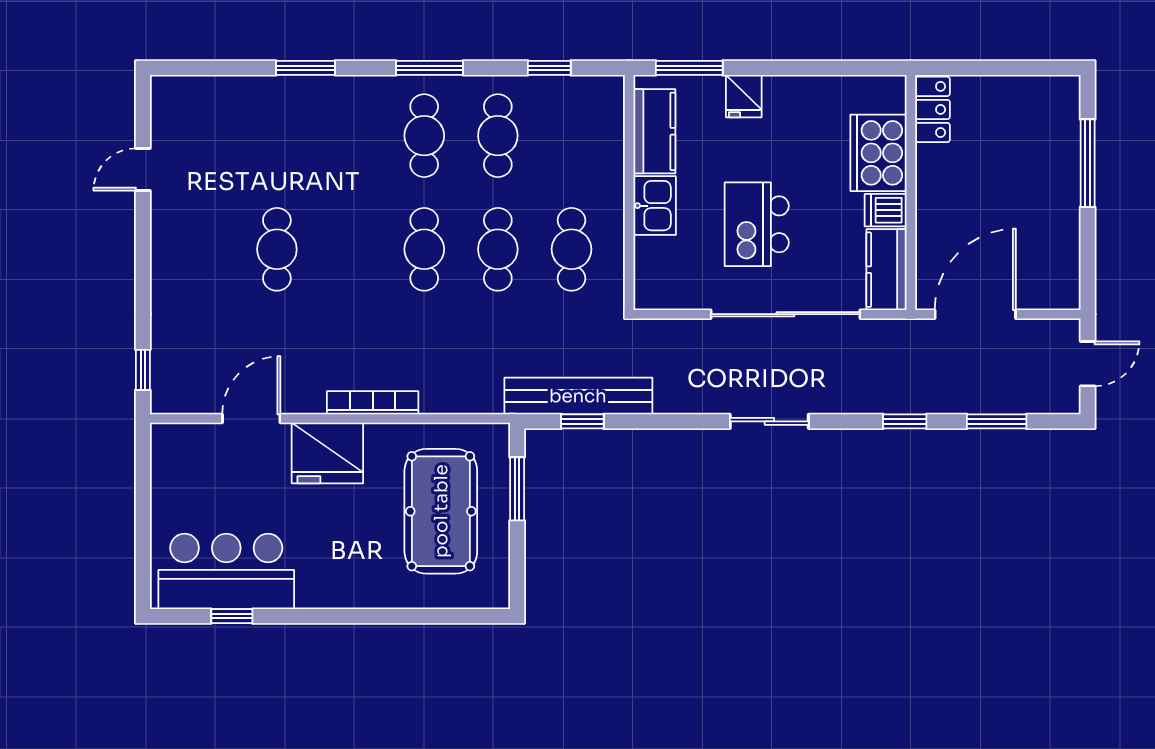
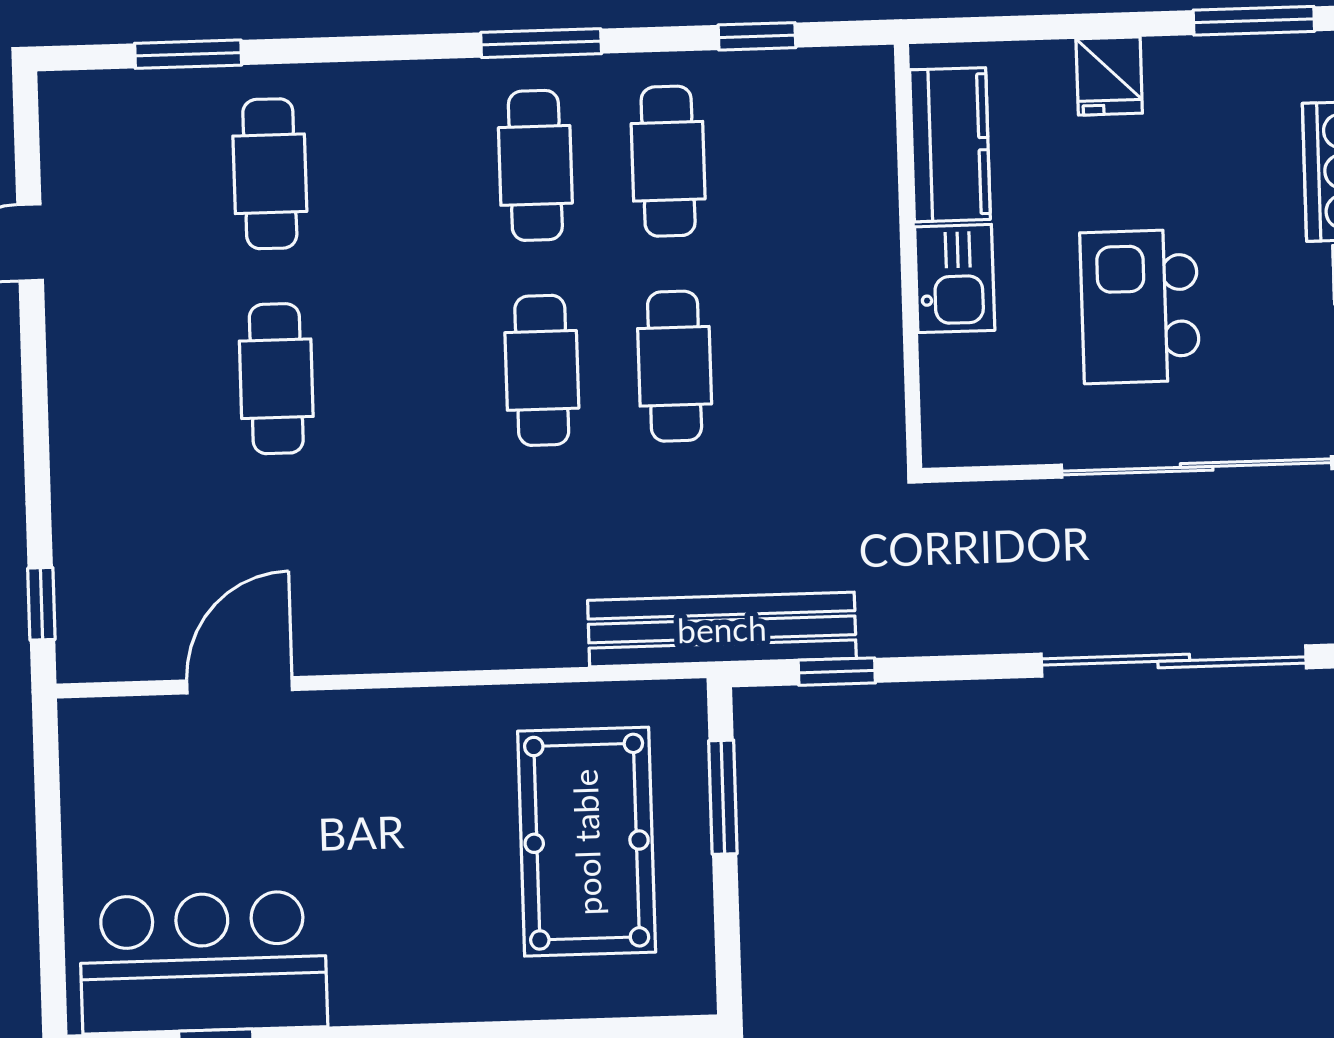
window: (305, 68) -> (188, 54), moved
window: (689, 68) -> (1254, 21), moved
cafe table: (571, 249) -> (270, 174), moved
bench: (578, 396) -> (722, 629), moved
bookcase: (373, 403) -> (458, 650), removed
sliding door: (769, 421) -> (1174, 661), width x1.86
fridge: (327, 453) -> (379, 743), removed

